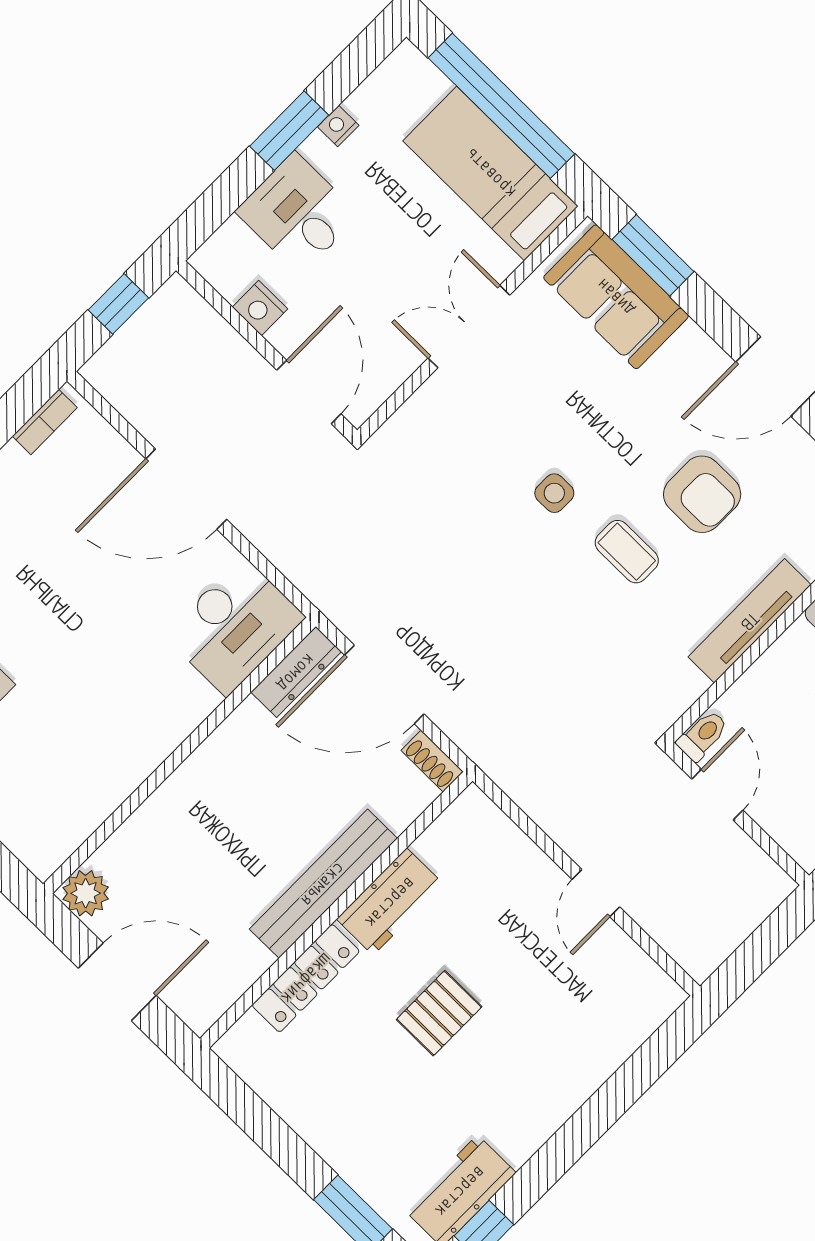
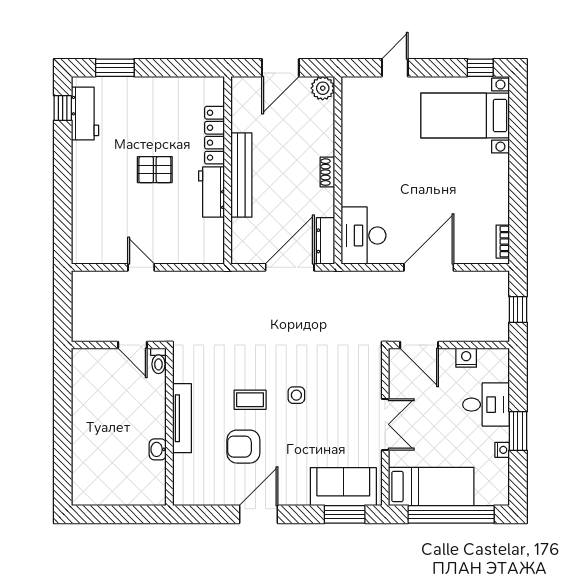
shoe rack: (432, 761) -> (327, 172), moved, turned -90
pallet: (439, 1013) -> (155, 170), turned 90

